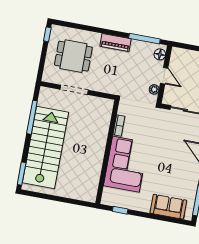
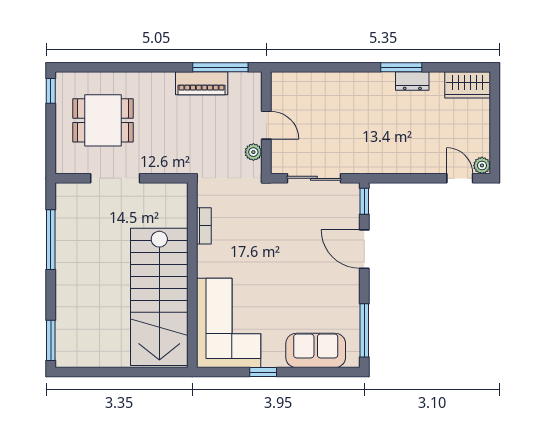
piano: (116, 43) -> (202, 83), moved
floor lamp: (160, 54) -> (252, 90), removed
stairs: (45, 148) -> (159, 297), moved, turned 180
corner sofa: (126, 164) -> (229, 323), moved
window: (120, 210) -> (263, 372), moved

